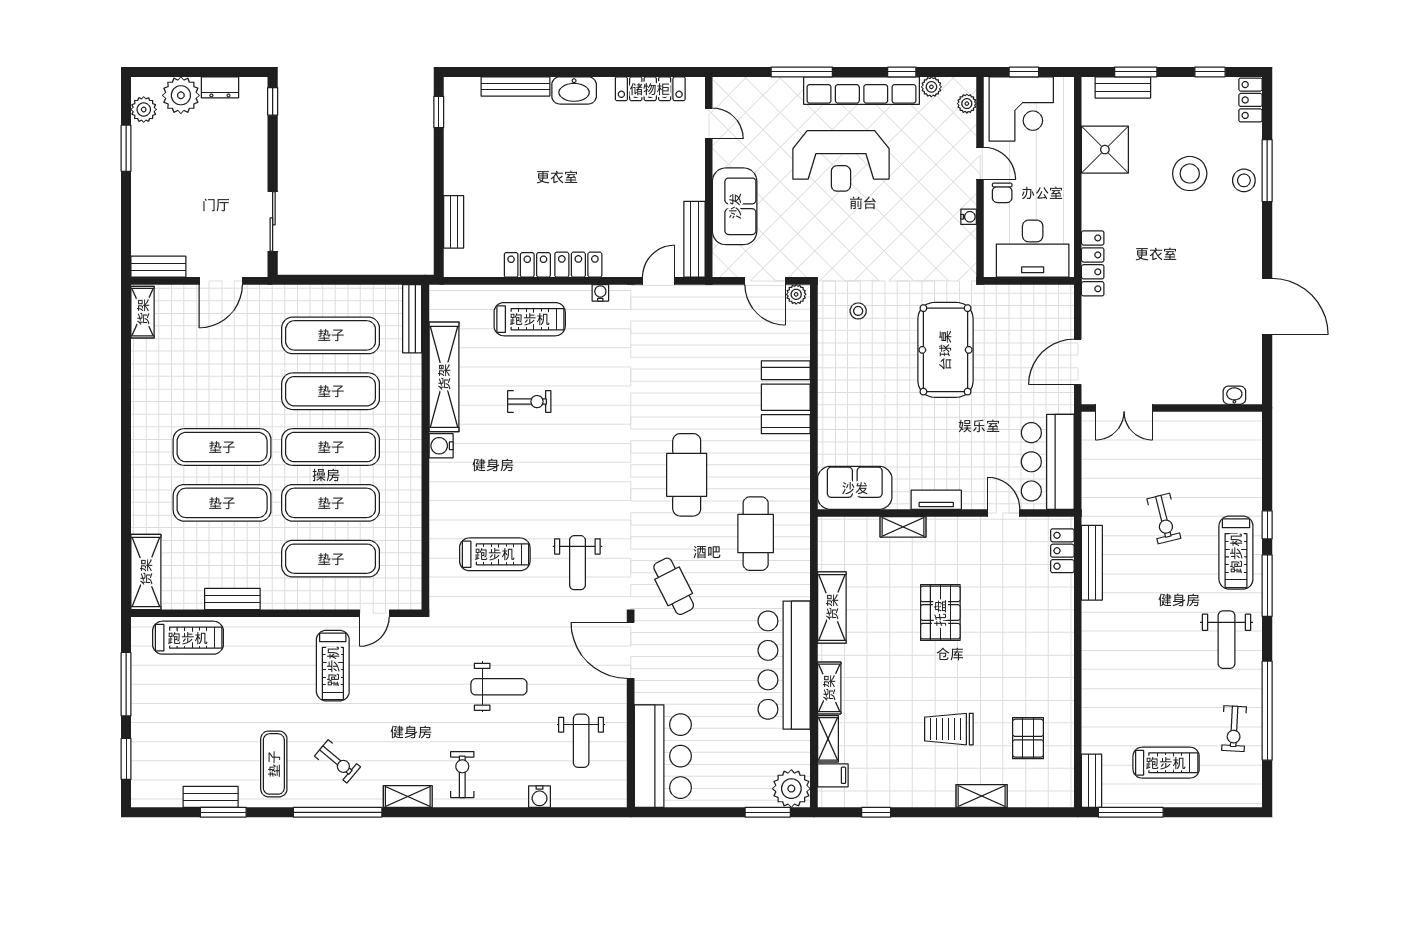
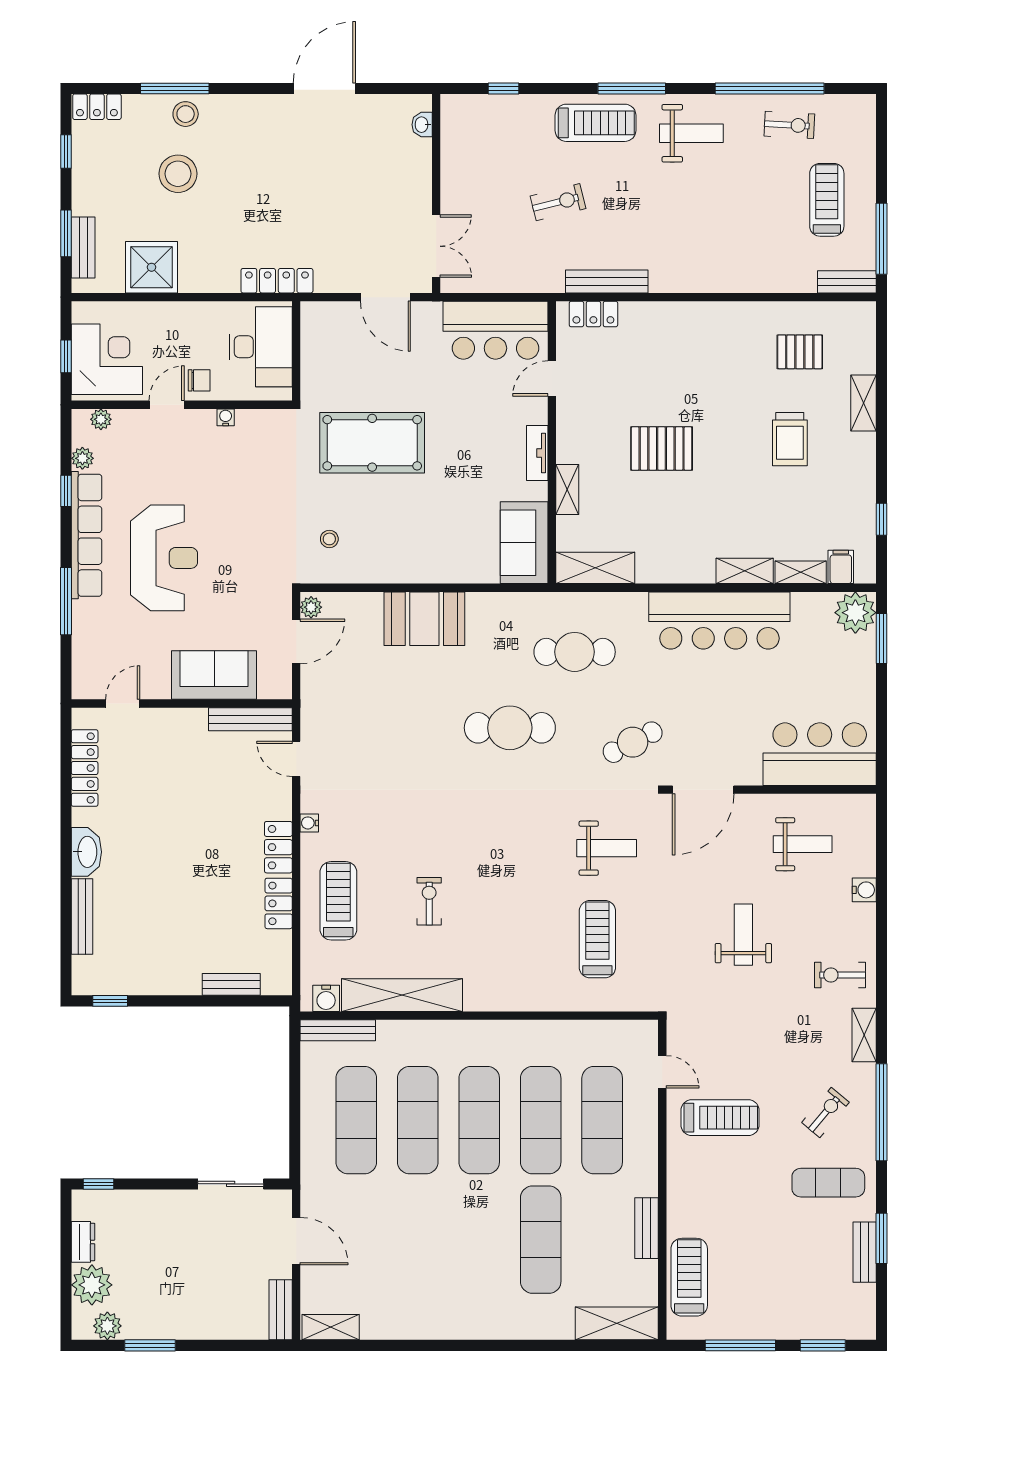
water cooler: (441, 446) -> (326, 998), moved
exercise mat: (222, 447) -> (479, 1240), removed
window: (1267, 525) -> (504, 88), moved
shelving: (832, 607) -> (595, 568), moved

